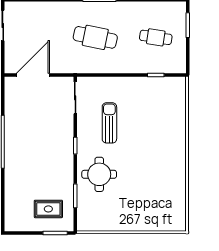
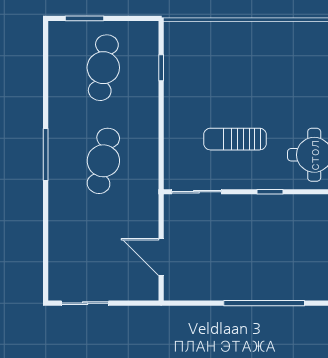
cafe table: (156, 37) -> (103, 68), width x1.37, depth x1.35
door: (33, 75) -> (161, 257), width x0.73

